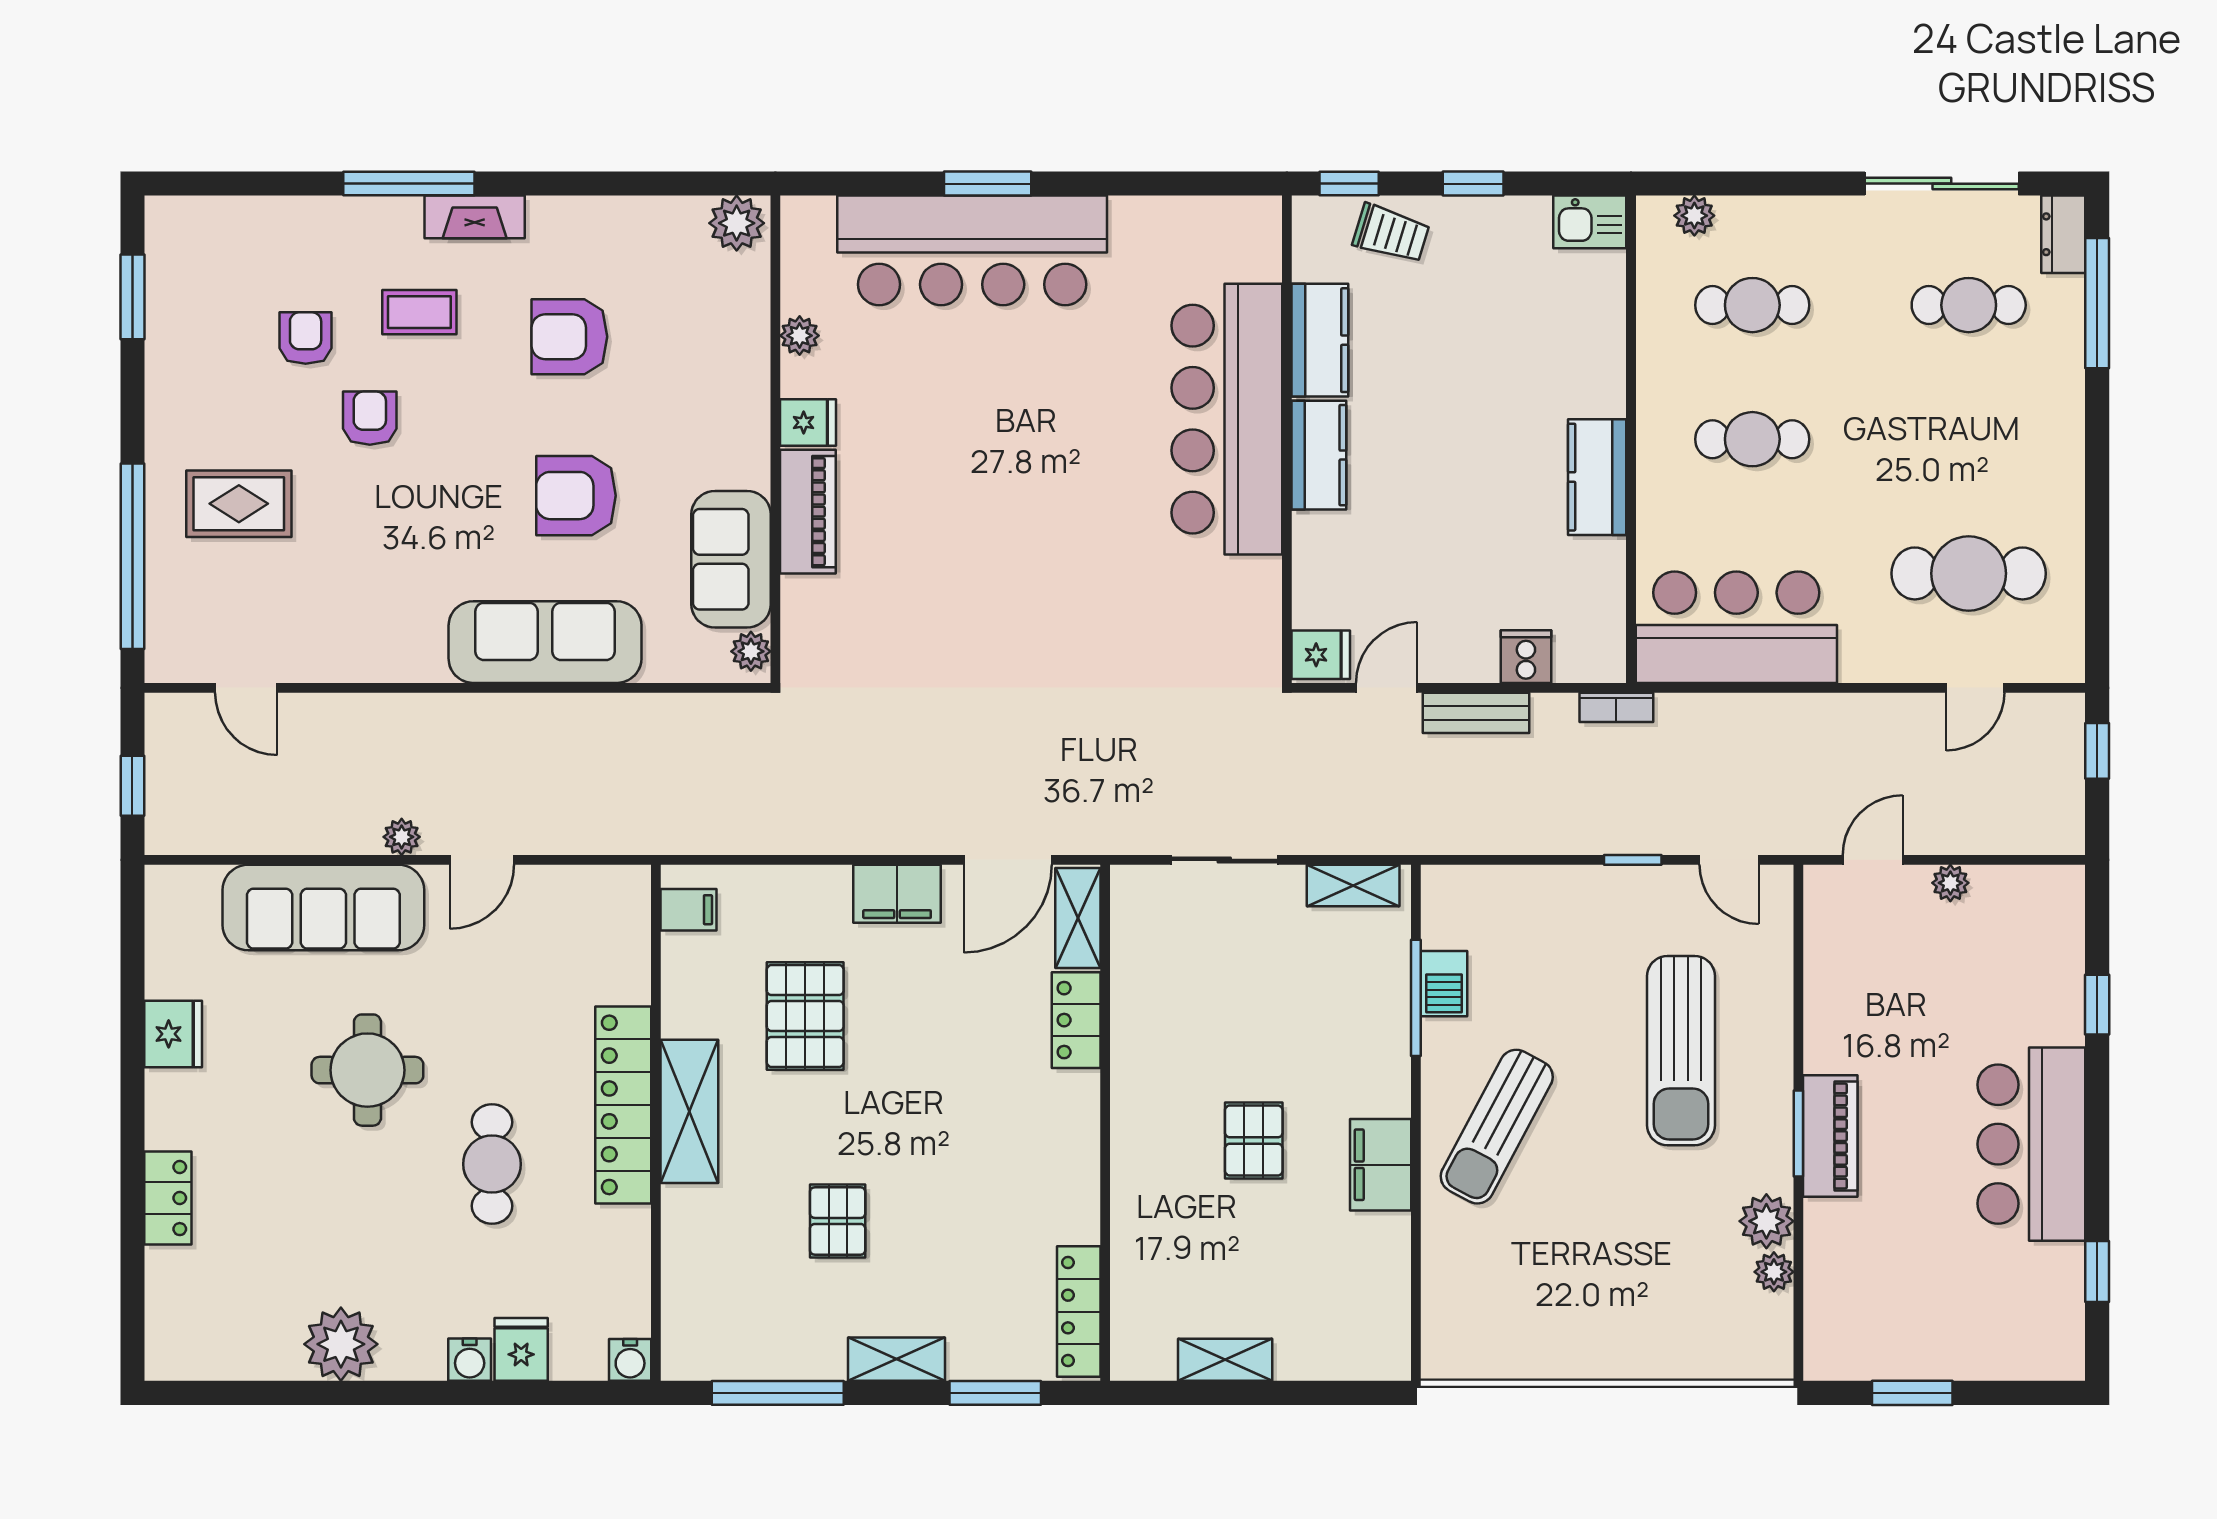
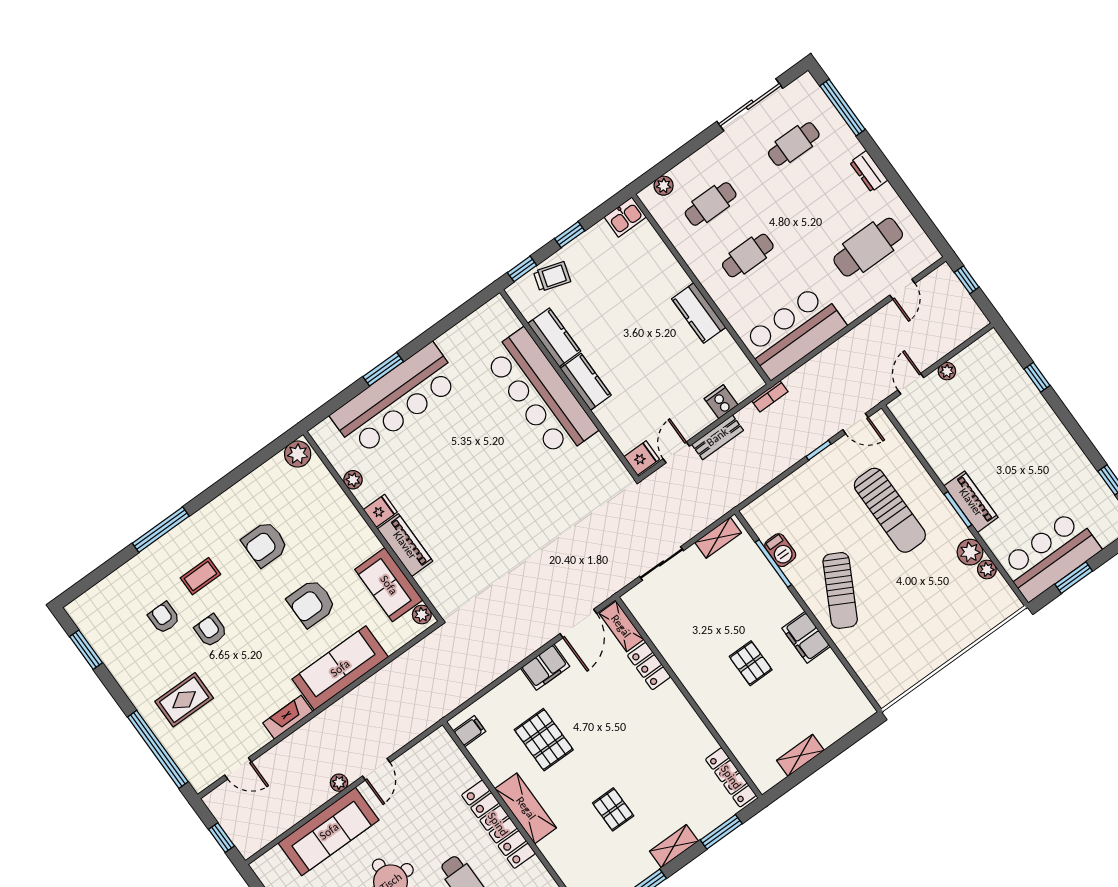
fireplace: (475, 217) -> (288, 717), moved, turned 180
dresser: (2063, 234) -> (869, 171), moved
bar counter: (2031, 1144) -> (1051, 556), moved, turned 90

